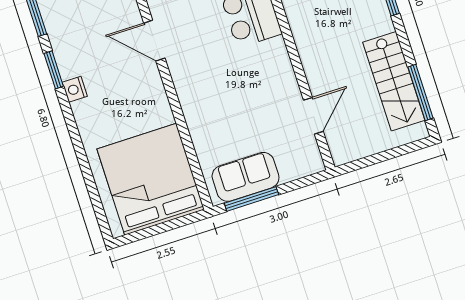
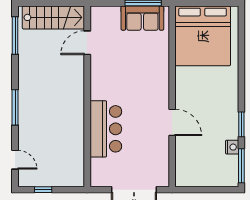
stairs: (394, 81) -> (53, 17), moved, turned 90
nightstand: (75, 89) -> (232, 147), moved

